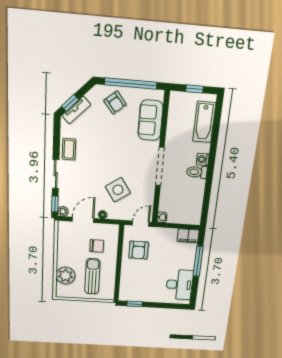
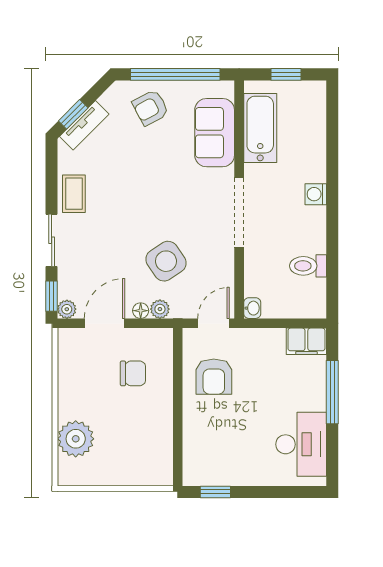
armchair: (115, 103) -> (150, 108), turned 101
bathtub: (204, 122) -> (260, 128), moved, turned 180
toilet: (197, 172) -> (308, 266), moved
plant: (113, 215) -> (160, 309), added
sun lounger: (92, 276) -> (128, 437), removed

